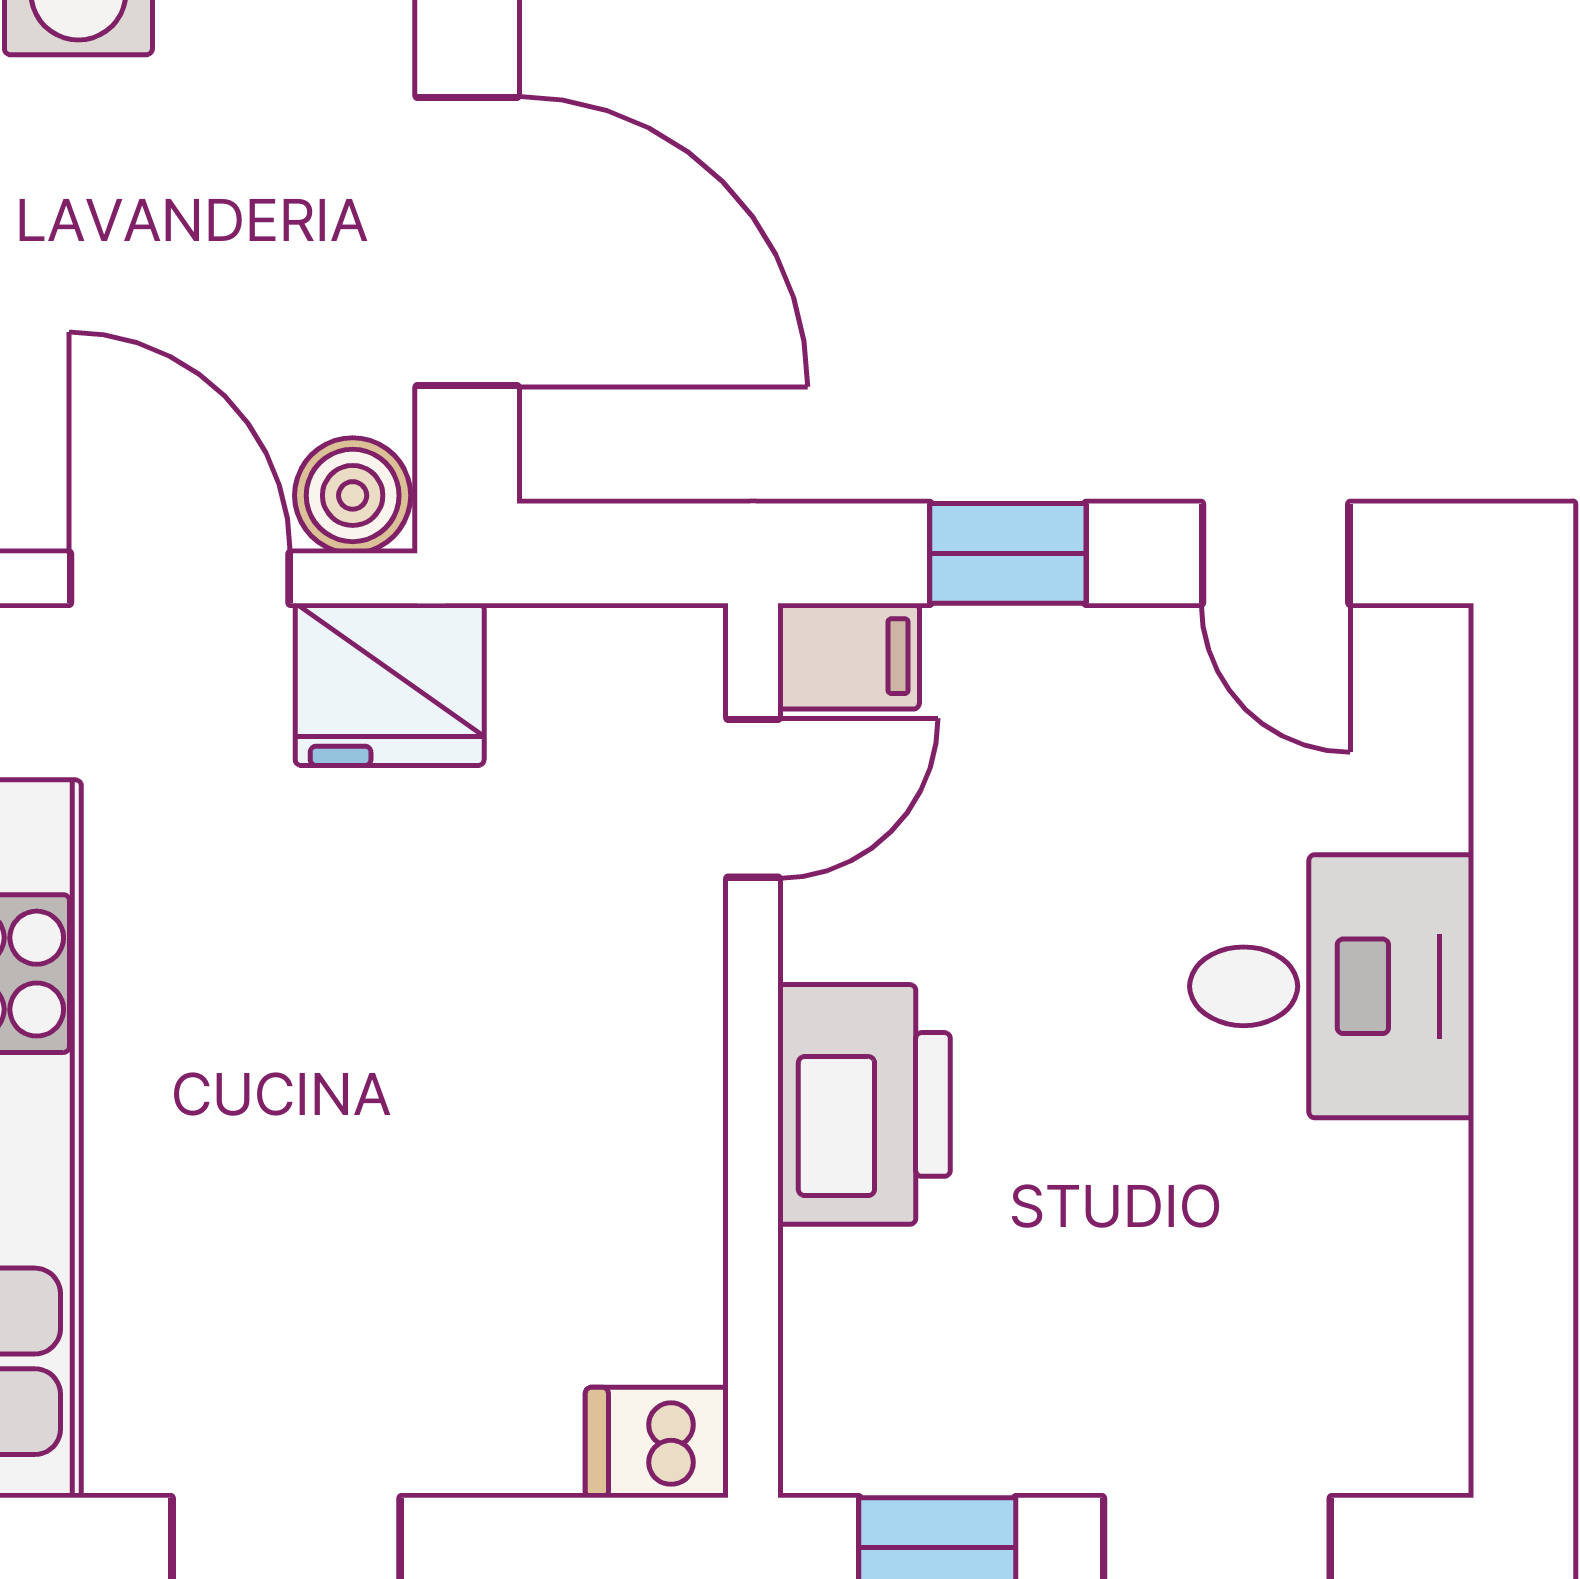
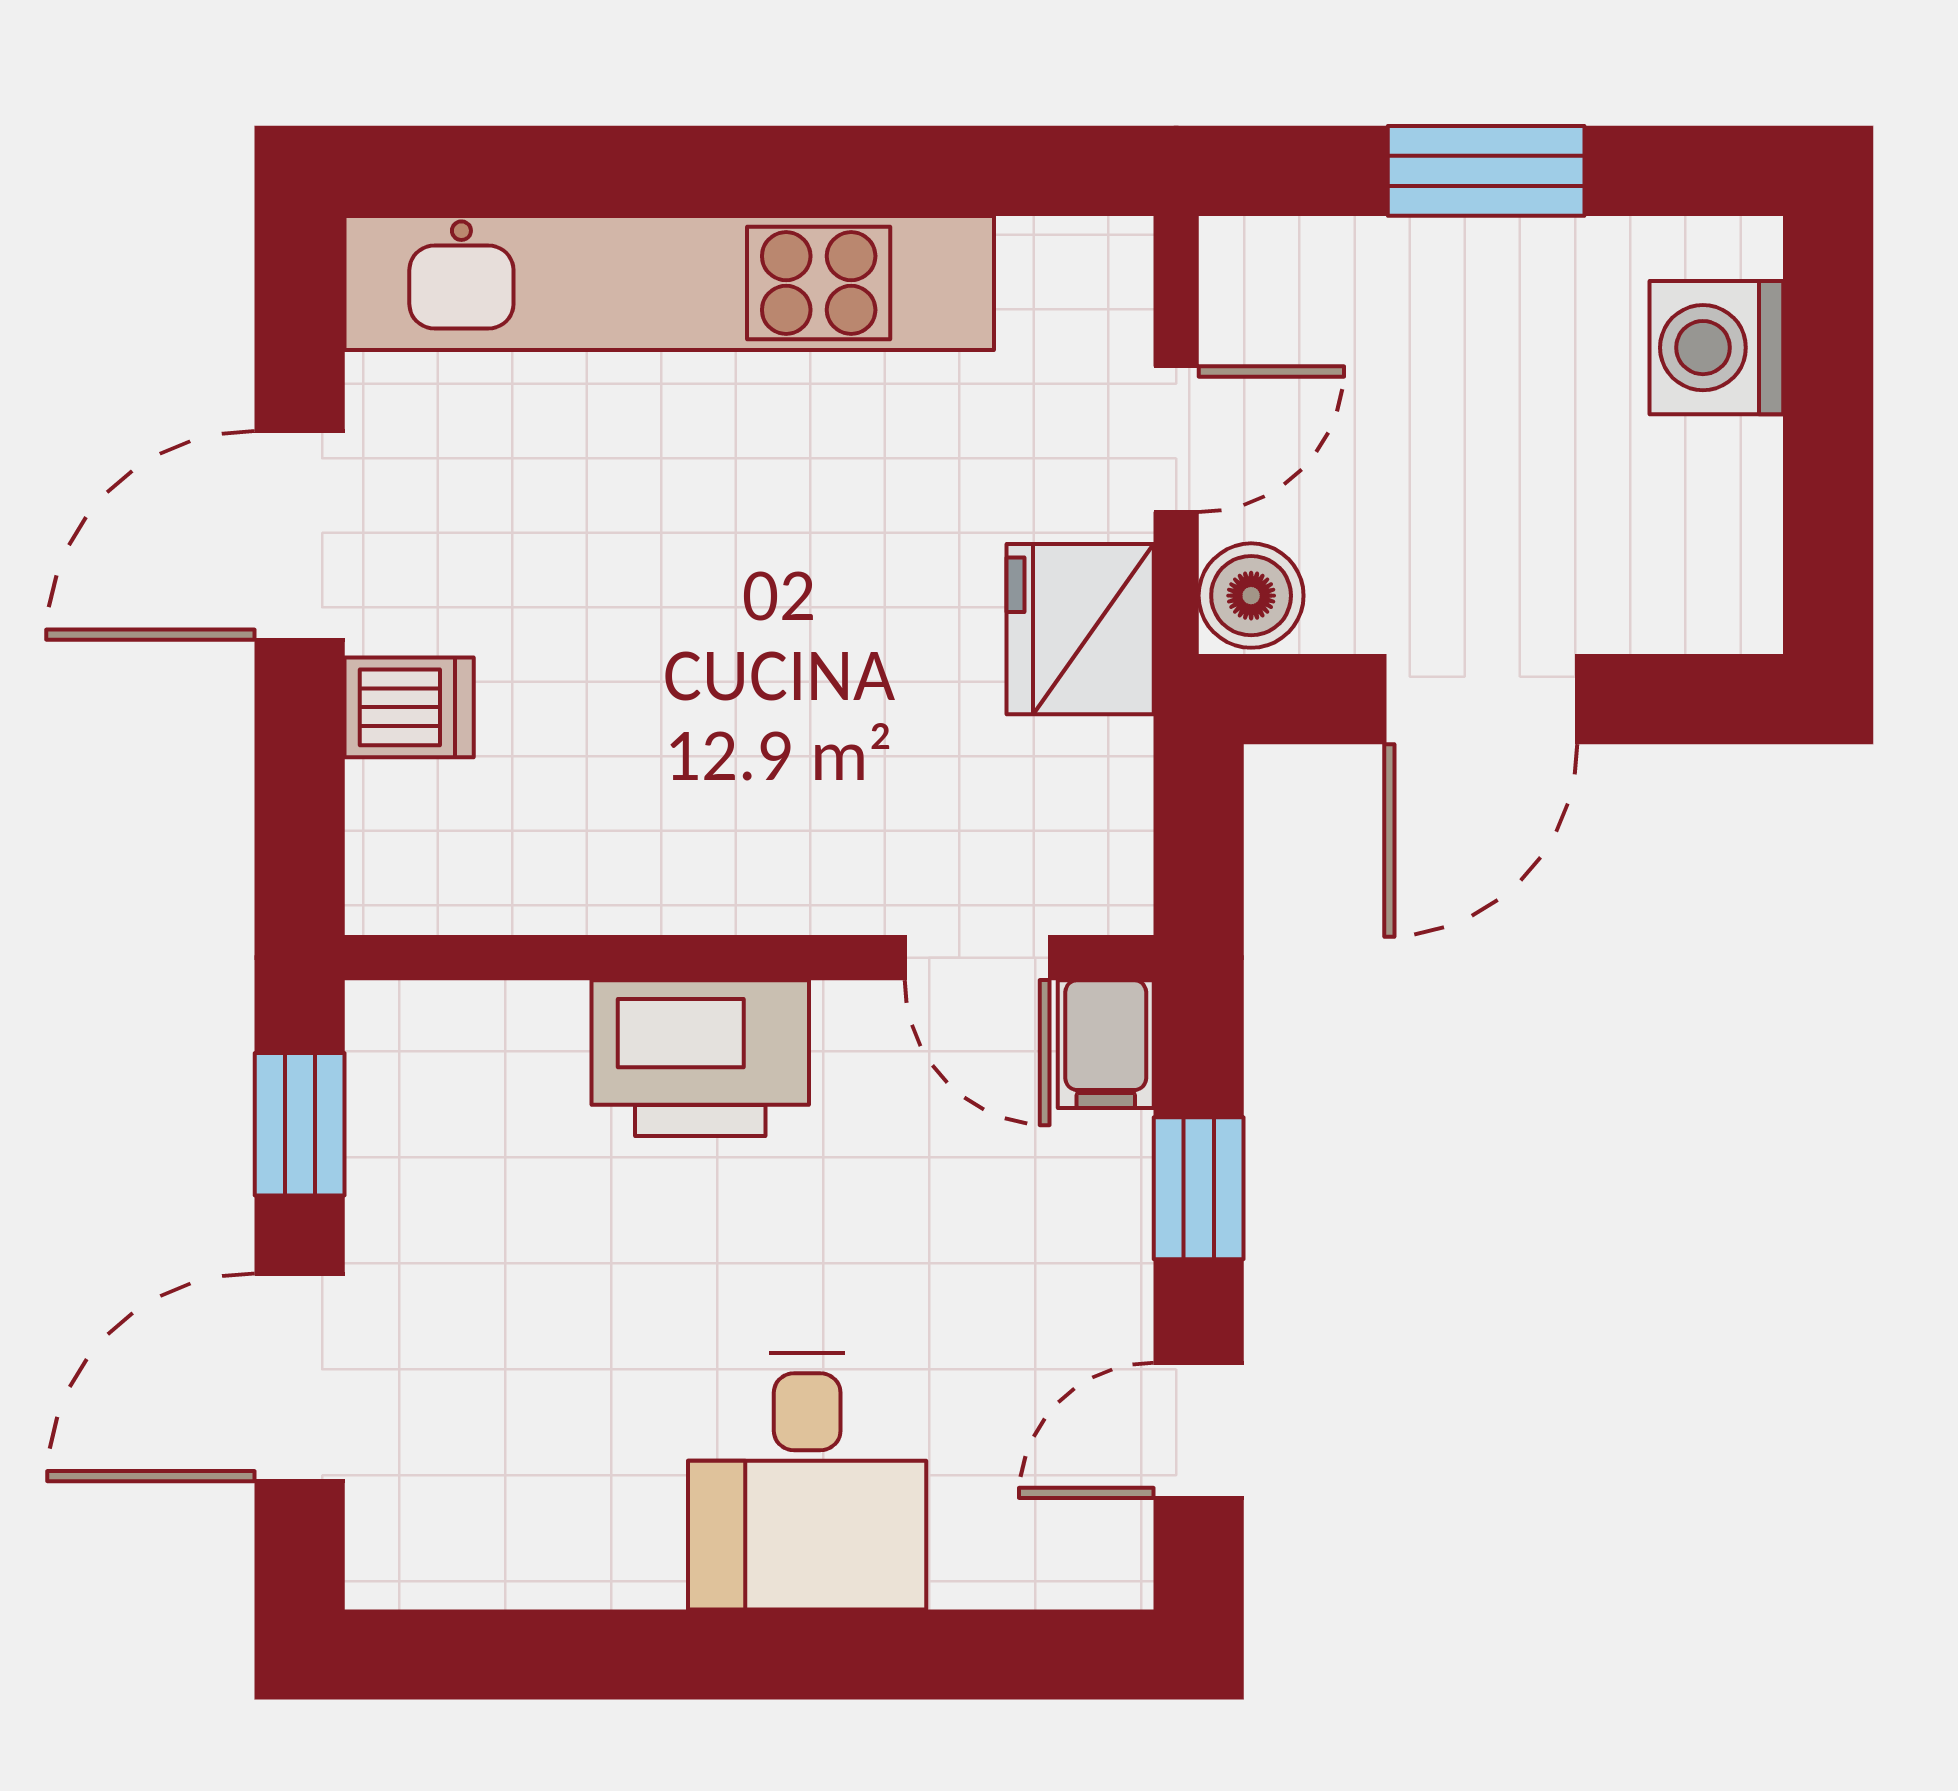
door: (467, 242) -> (1481, 699), width x0.73
door: (180, 578) -> (1176, 439), width x0.73
dishwasher: (657, 1442) -> (409, 707), moved, turned 90

